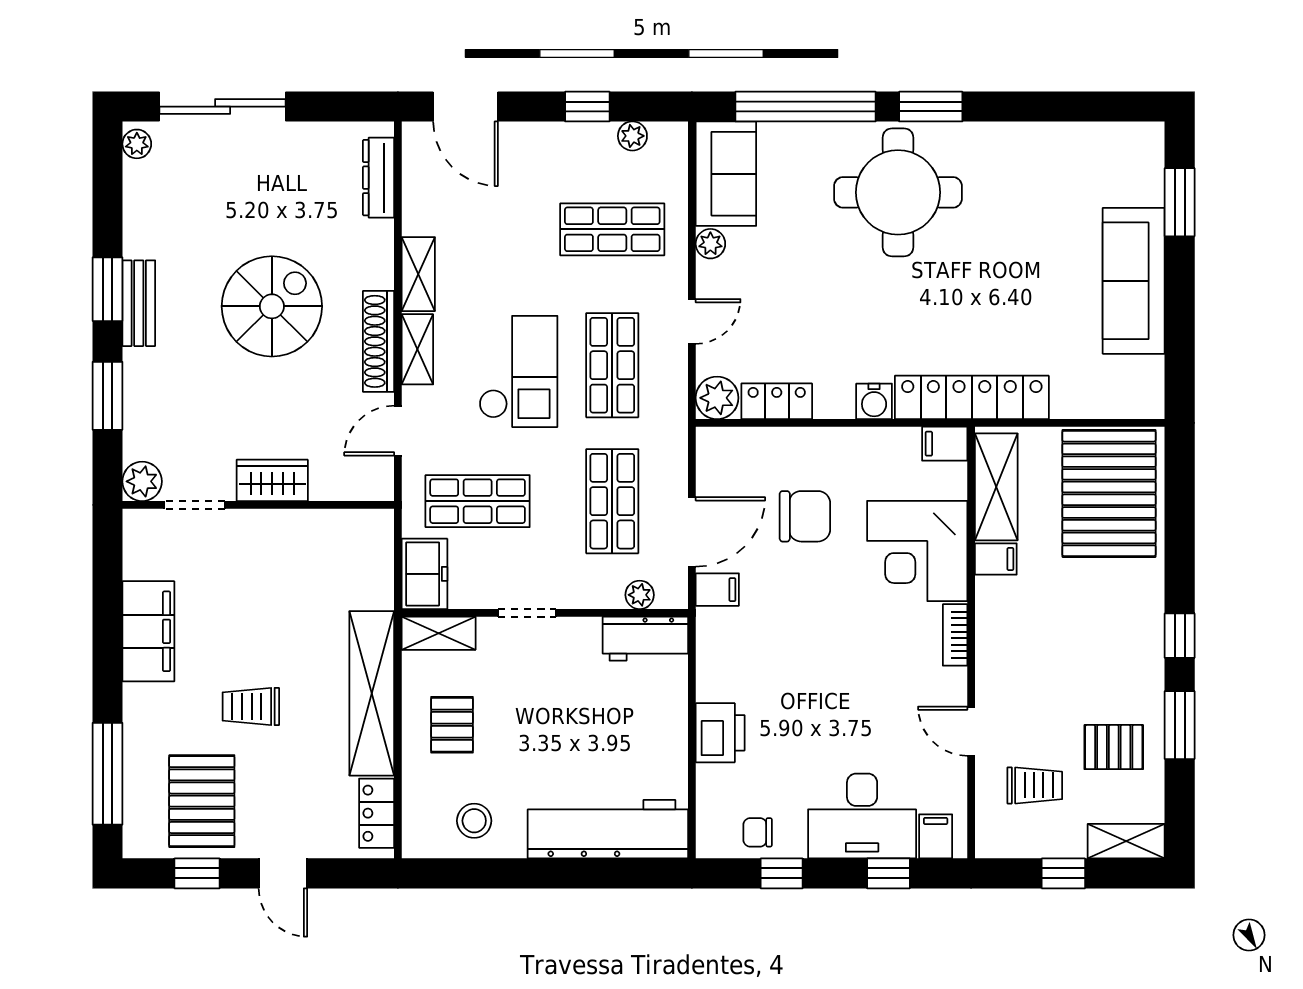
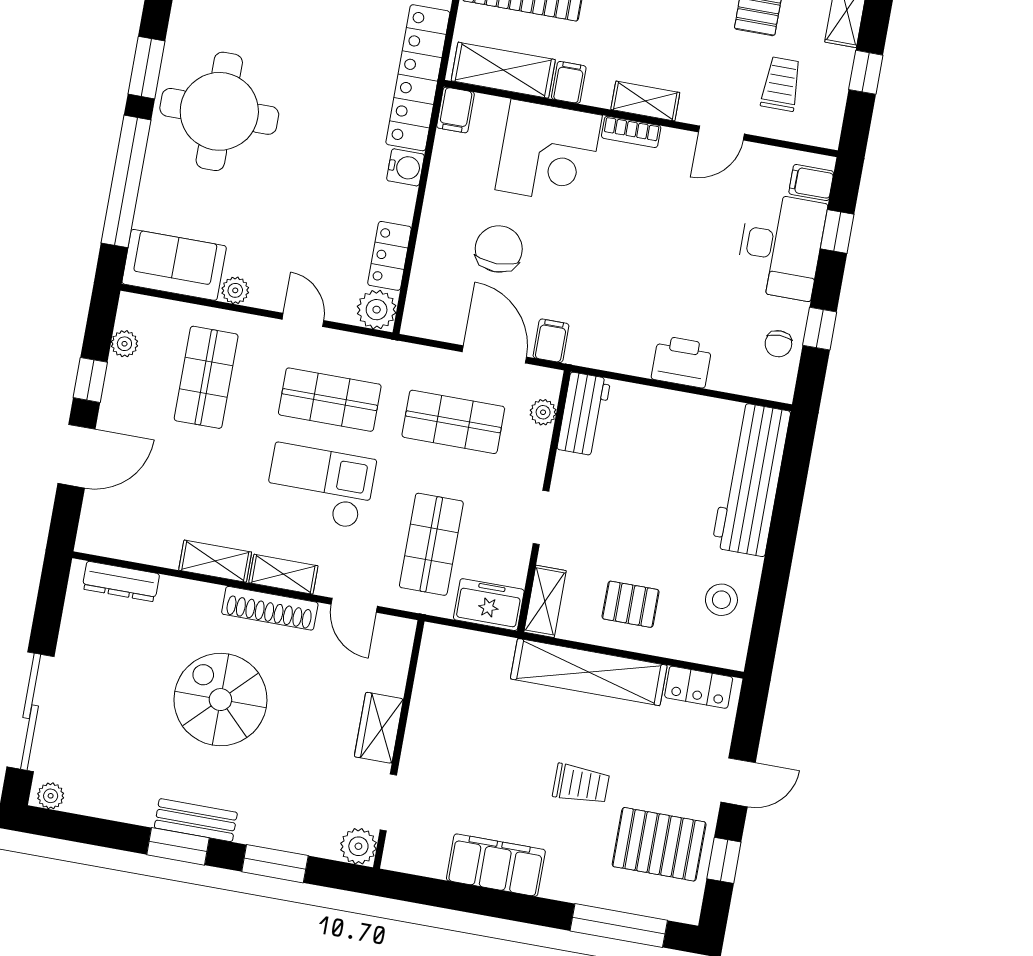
door: (466, 107) -> (77, 456), moved
shelving: (991, 644) -> (645, 101), added
trolley: (251, 706) -> (581, 784), turned -90

